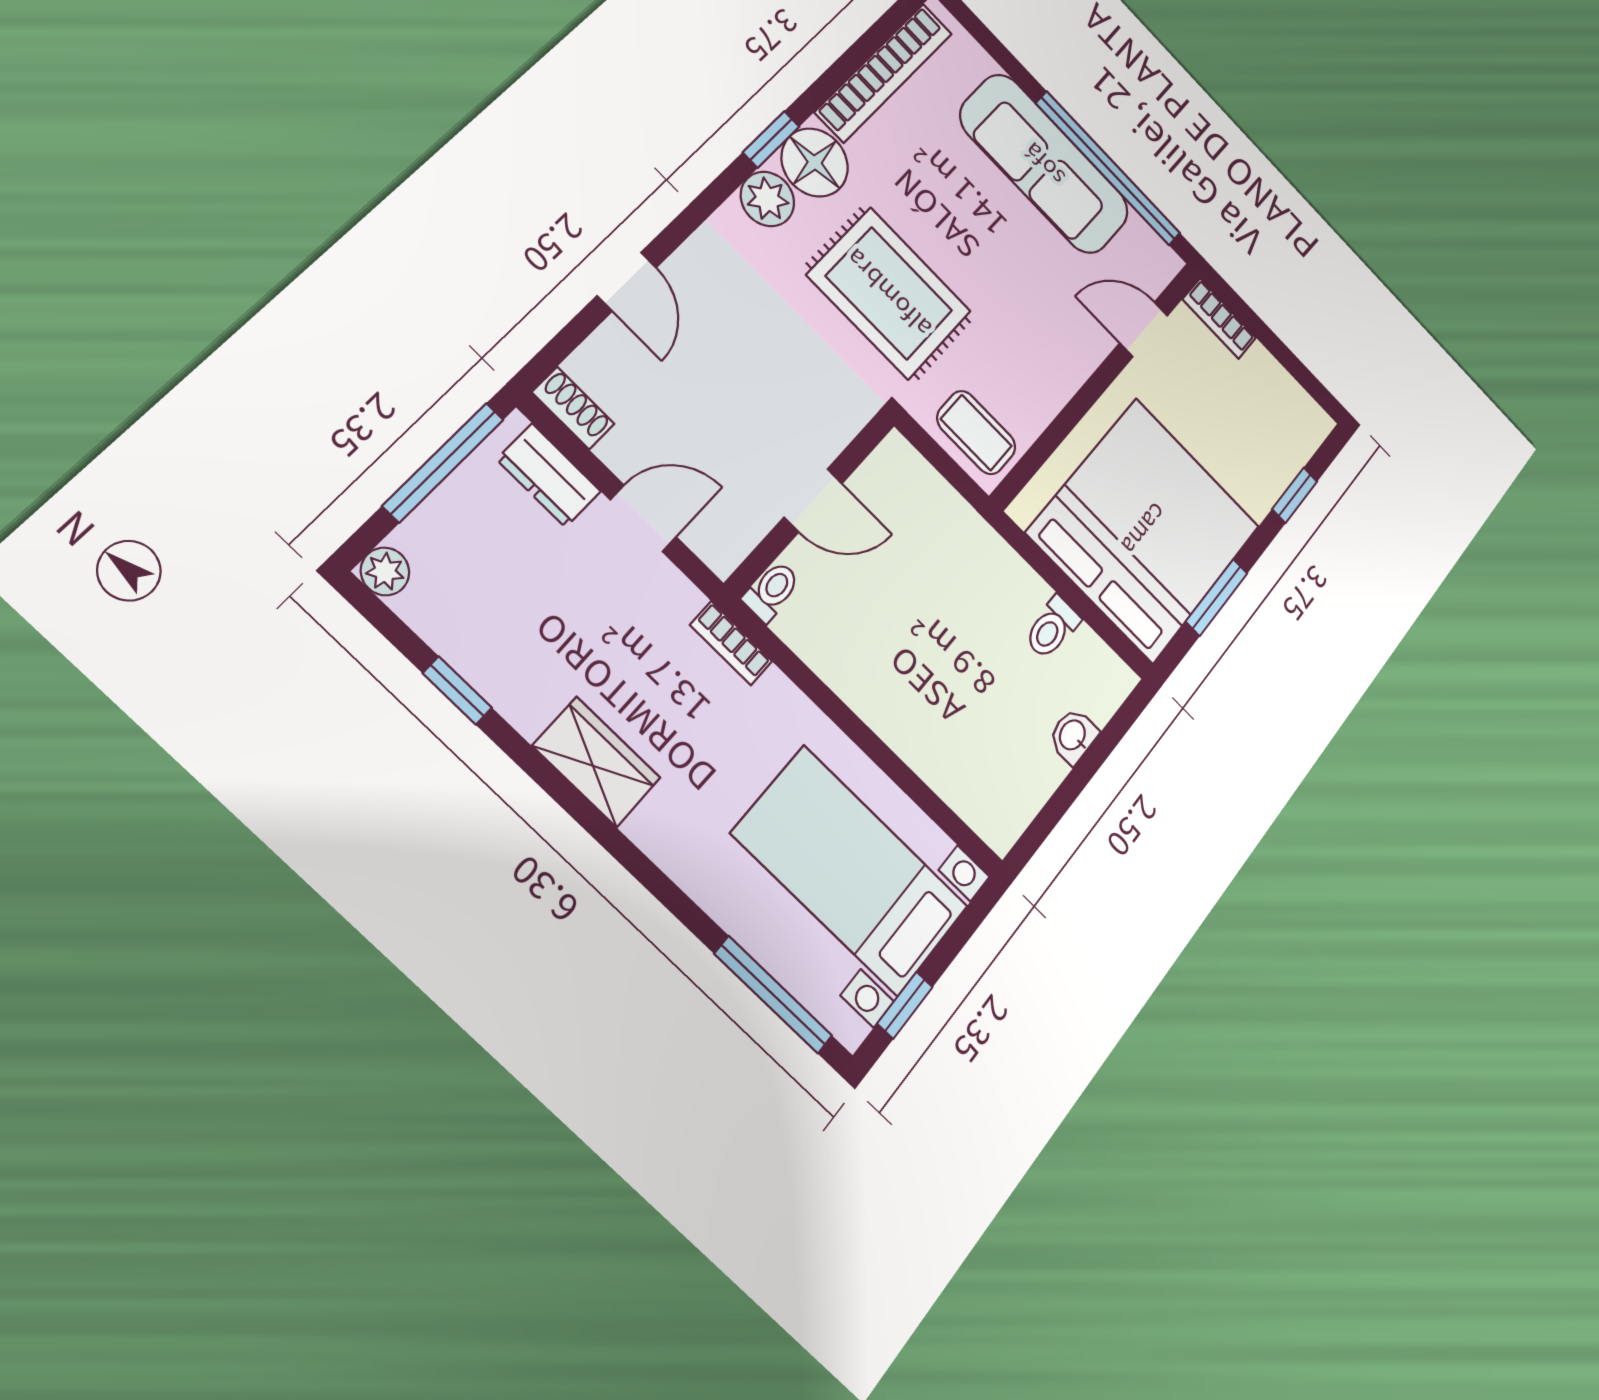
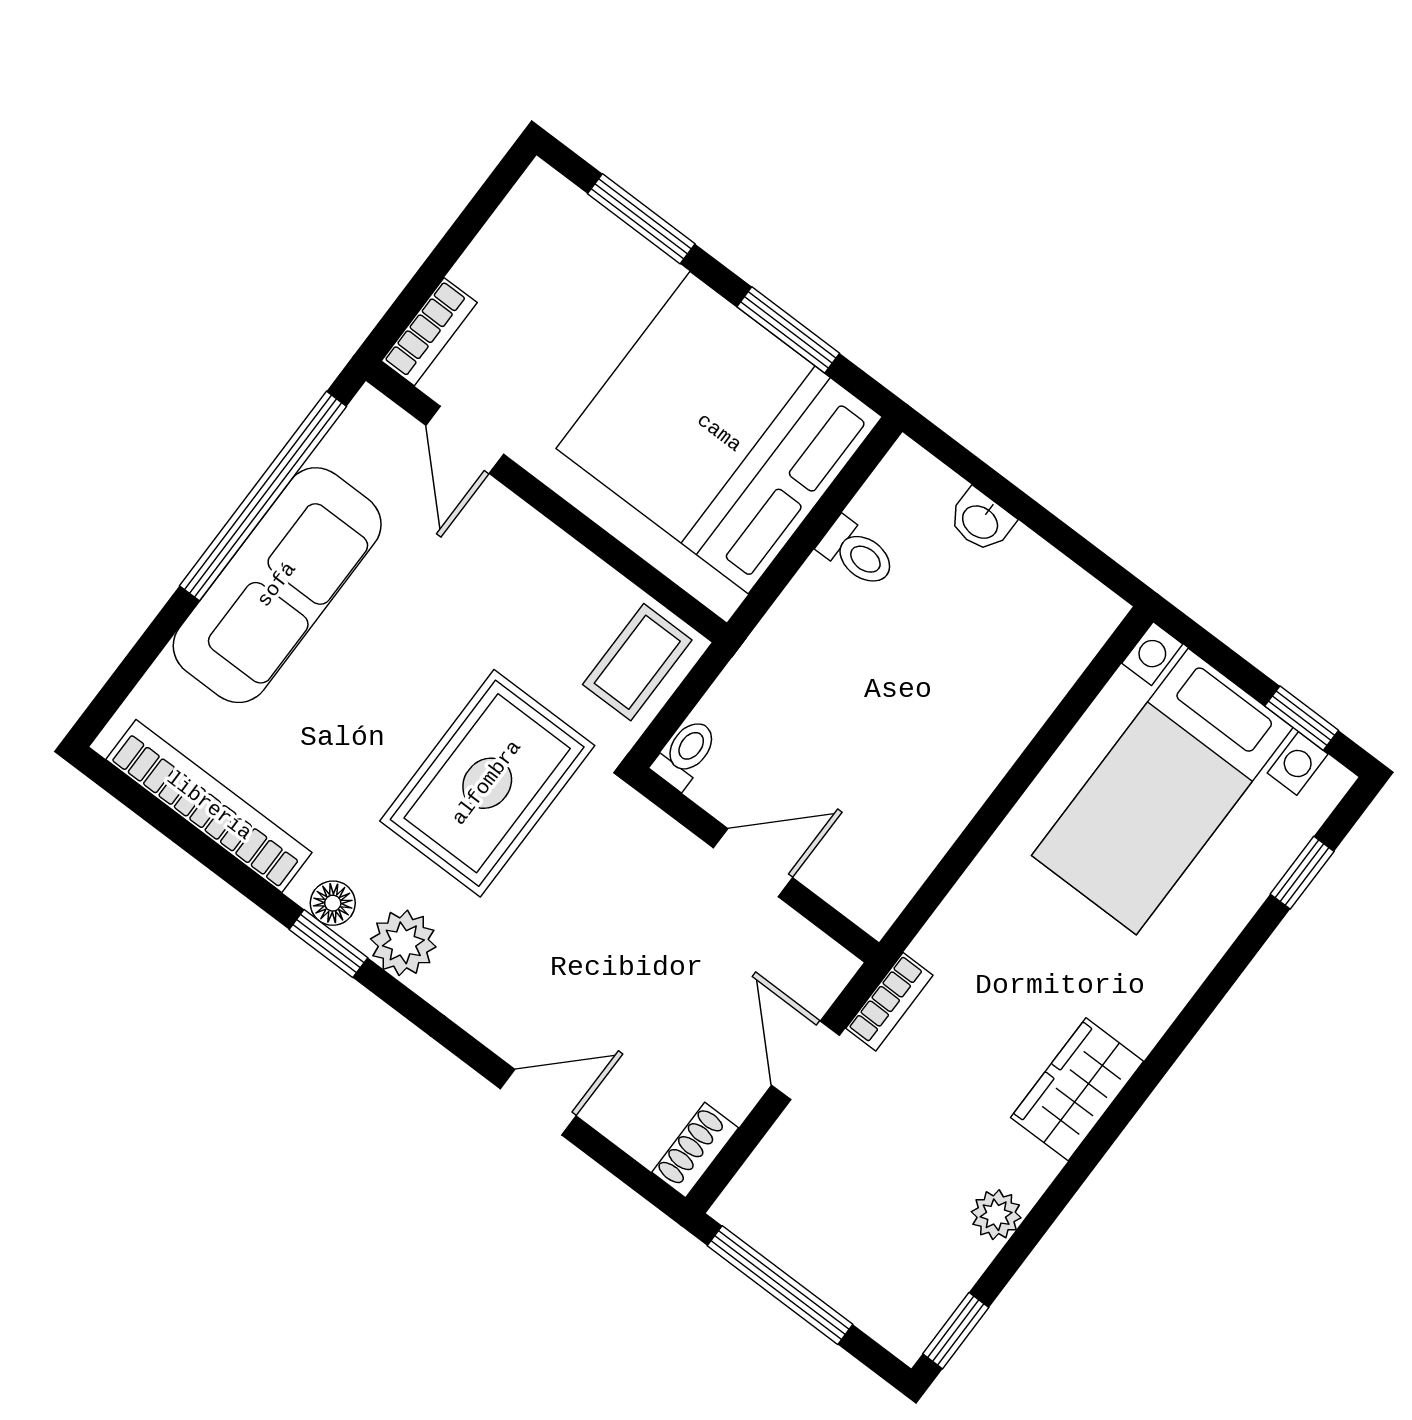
floor lamp: (815, 162) -> (333, 903), width x0.53, depth x0.53
dresser: (549, 475) -> (775, 1170), removed
window: (1295, 495) -> (641, 219), width x1.50
door: (813, 500) -> (753, 863), hinge flipped
plant: (385, 571) -> (996, 1215), moved
toilet: (772, 591) -> (685, 753), moved, turned 90
bookcase: (731, 643) -> (889, 1002), moved
window: (457, 690) -> (956, 1331), moved
window: (773, 995) -> (1302, 873), width x0.46

